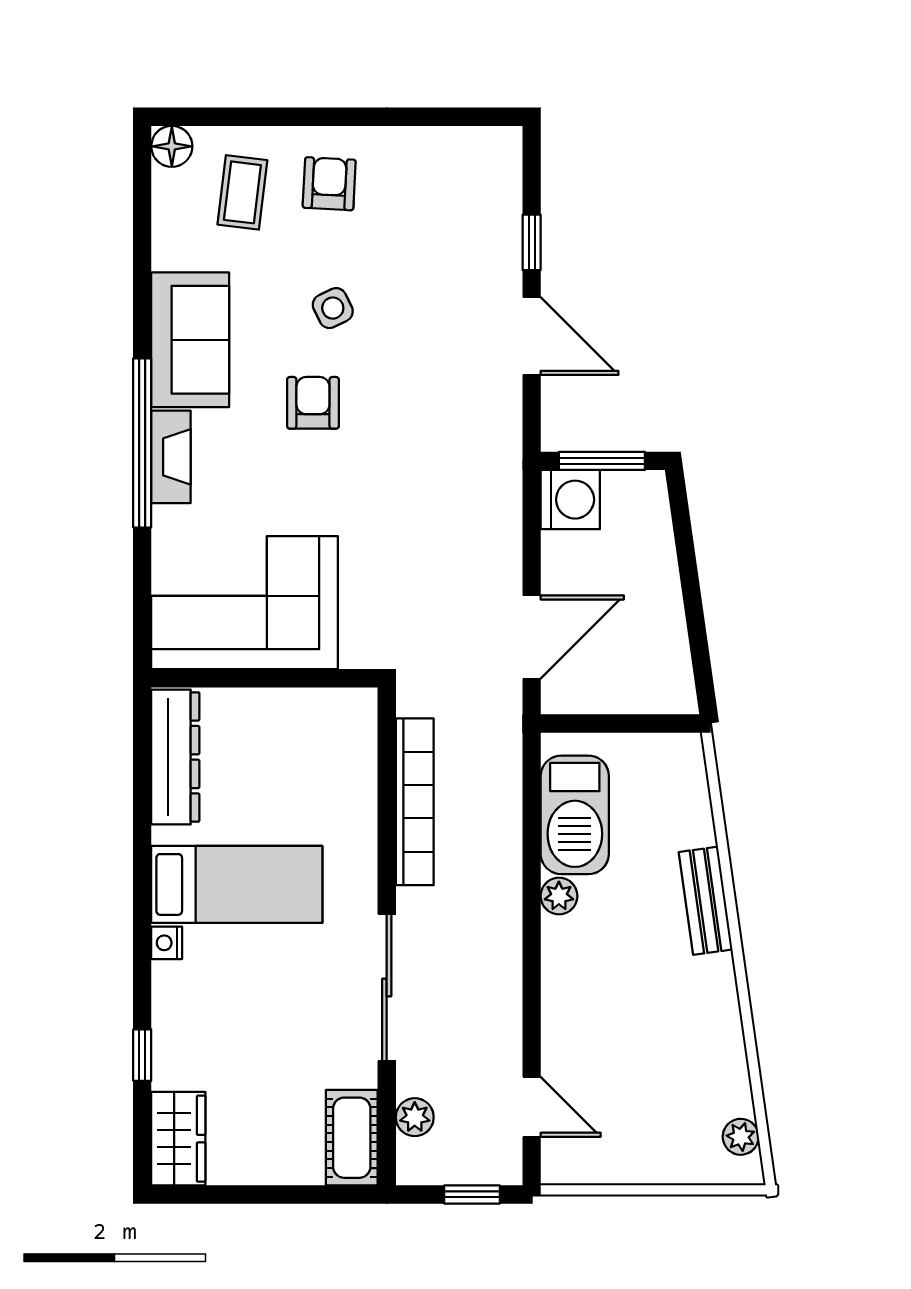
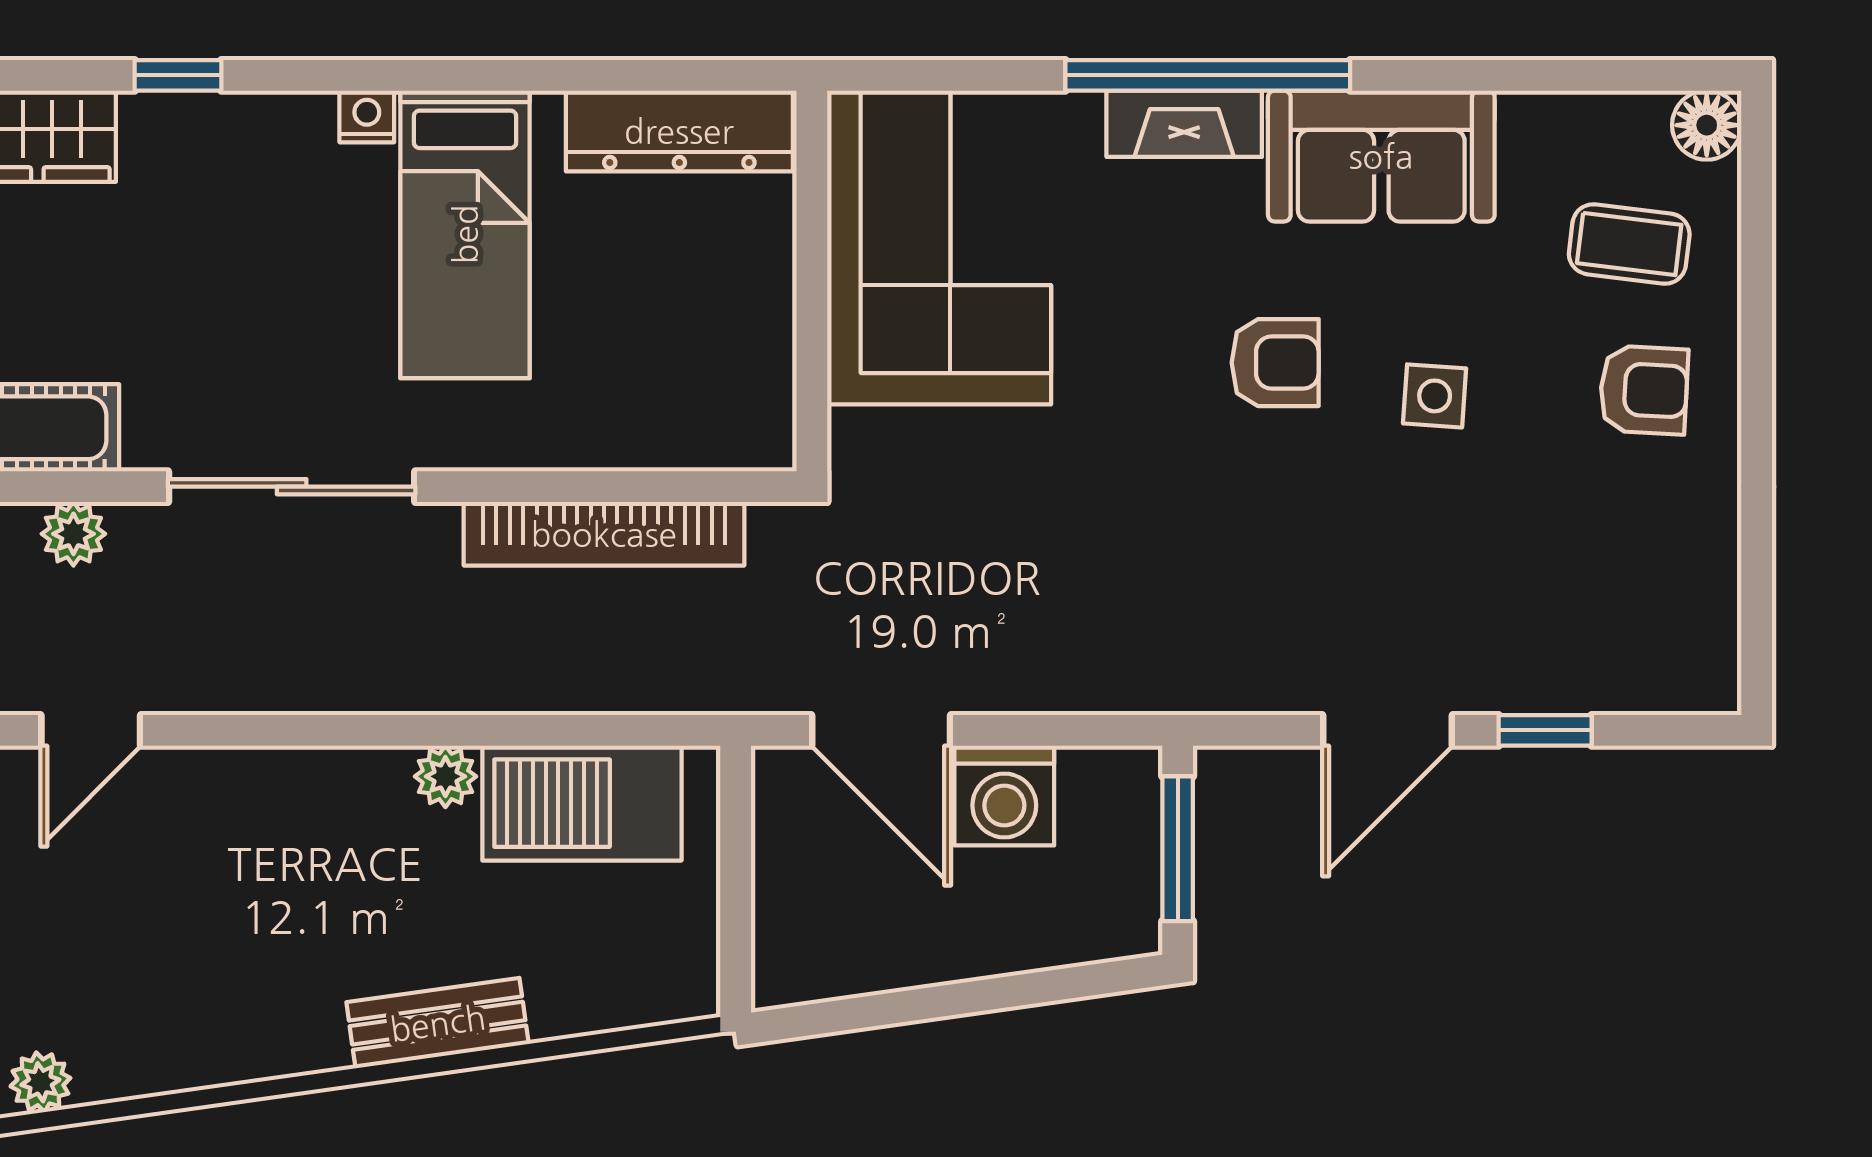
side table: (333, 308) -> (1435, 396), turned 30
washing machine: (570, 500) -> (1004, 796), moved

